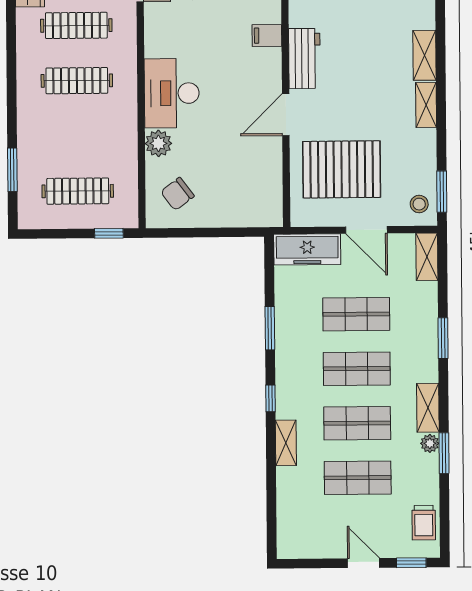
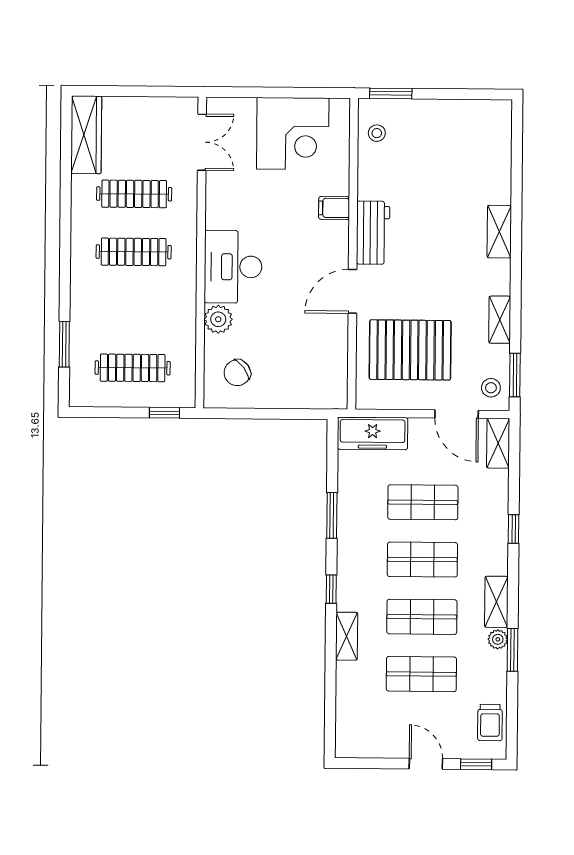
shelving: (426, 105) -> (500, 320), moved
door: (366, 230) -> (457, 414), moved
window: (443, 338) -> (514, 529), width x0.67

